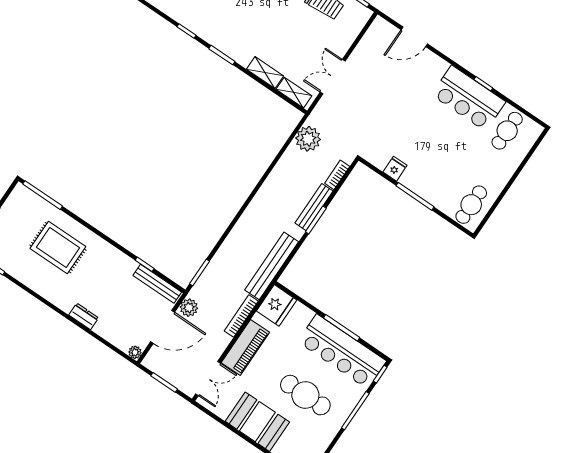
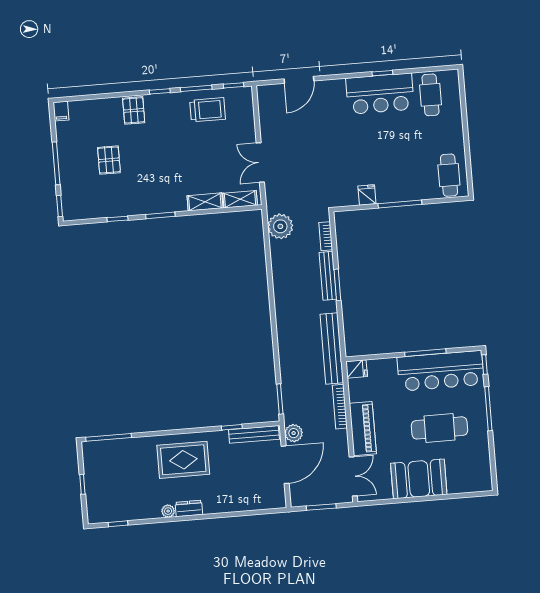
rug: (58, 248) -> (183, 460), moved
fridge: (277, 305) -> (357, 369), width x0.53, depth x0.75
dresser: (84, 316) -> (189, 508), moved
plant: (135, 352) -> (168, 511), moved

